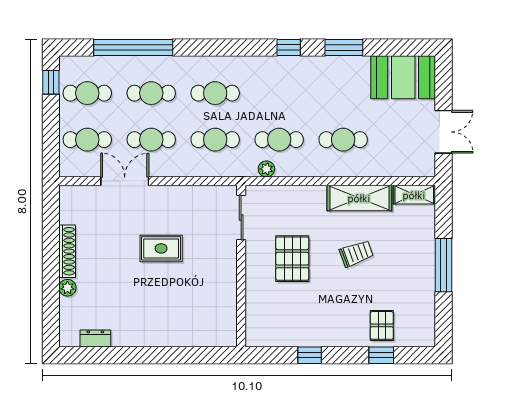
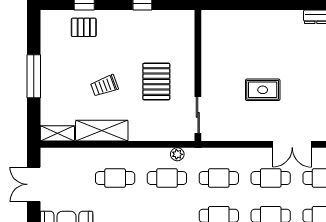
pallet: (382, 325) -> (84, 27), turned 90

